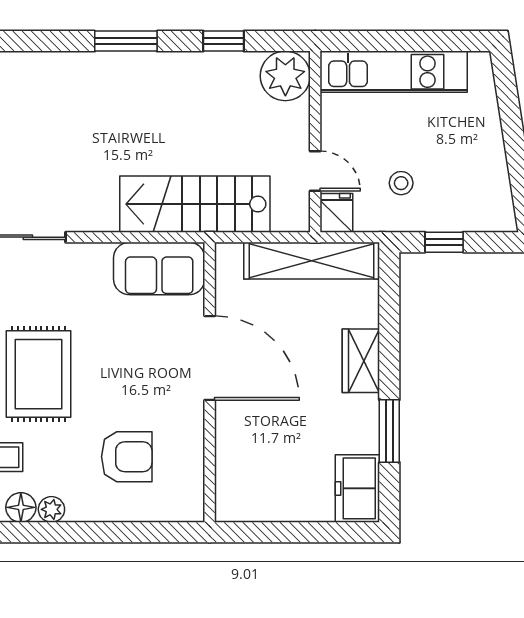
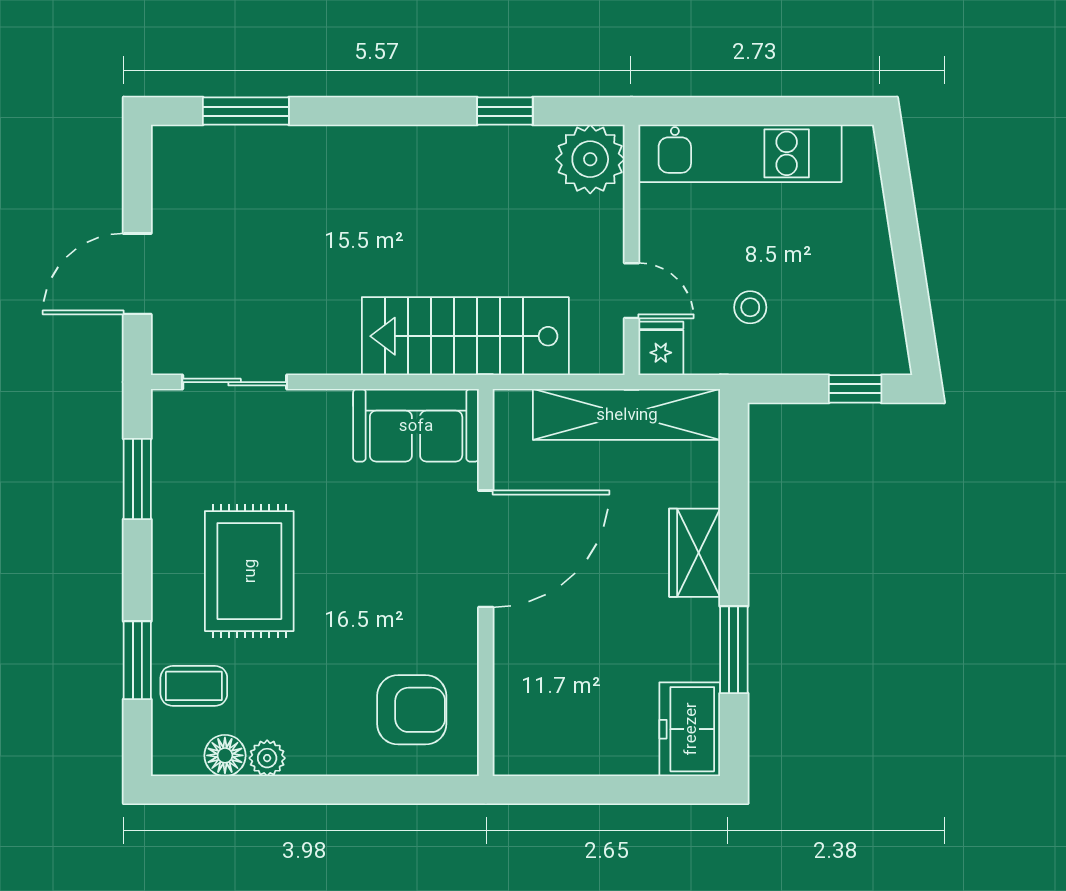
window: (126, 41) -> (246, 111), moved
window: (444, 242) -> (855, 389), moved
door: (210, 358) -> (486, 549), hinge flipped
armchair: (127, 457) -> (412, 710), moved

